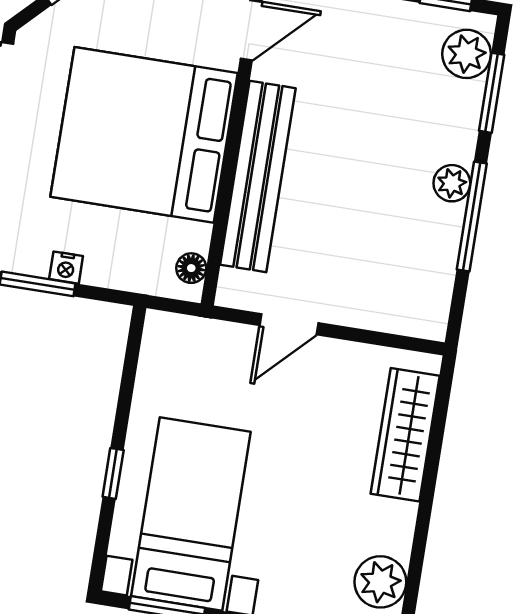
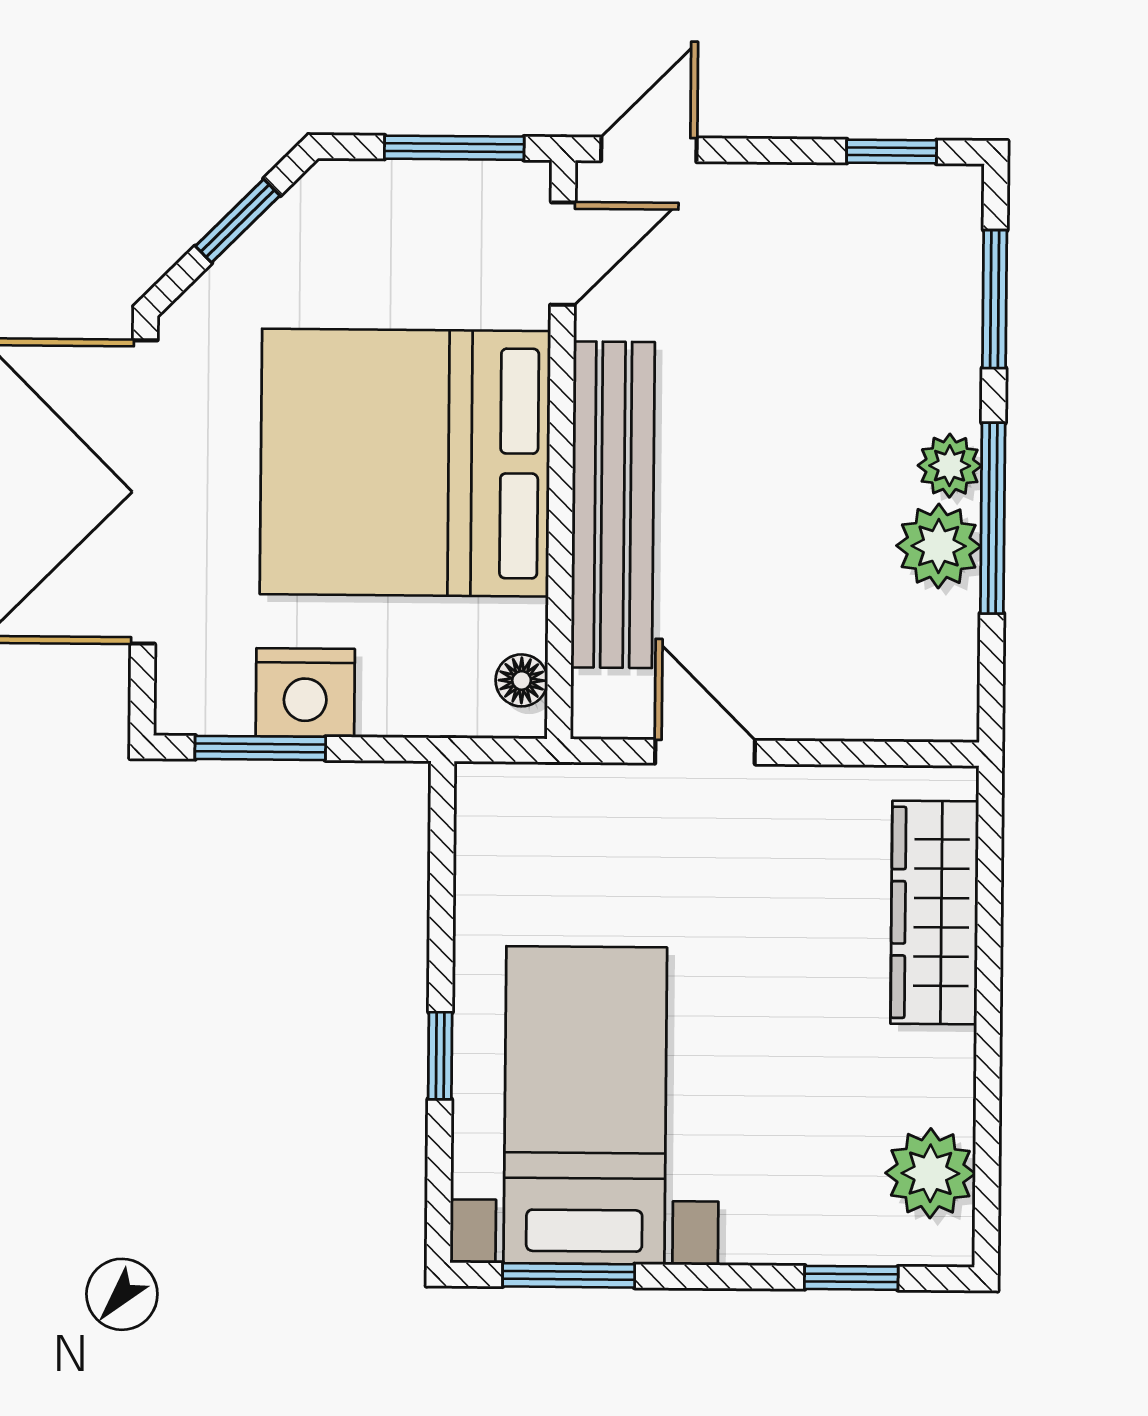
plant: (467, 54) -> (939, 546), moved
nightstand: (66, 268) -> (305, 693), width x1.89, depth x1.79
door: (289, 324) -> (705, 752), swing flipped

